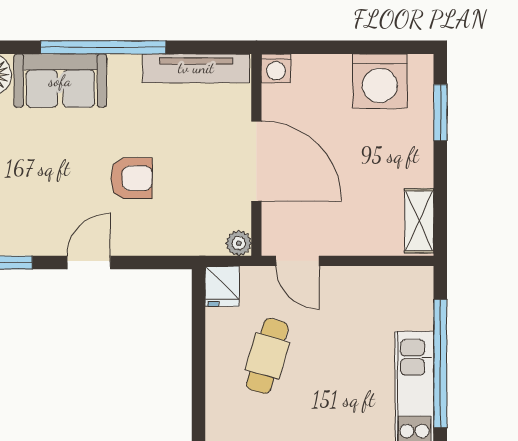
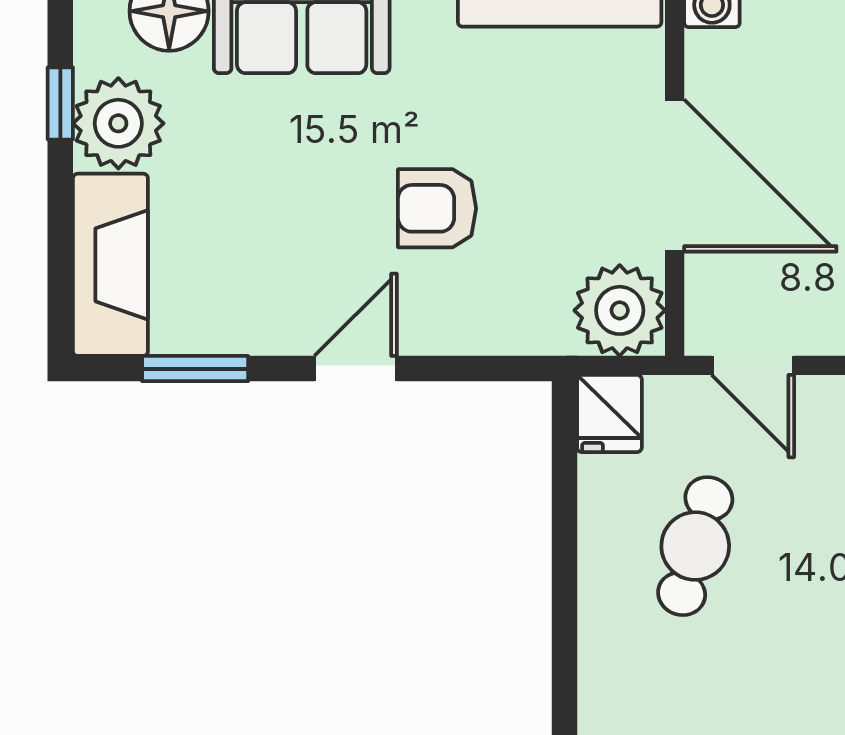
armchair: (131, 178) -> (437, 208), turned 180
plant: (239, 243) -> (620, 310), width x1.87, depth x1.87

